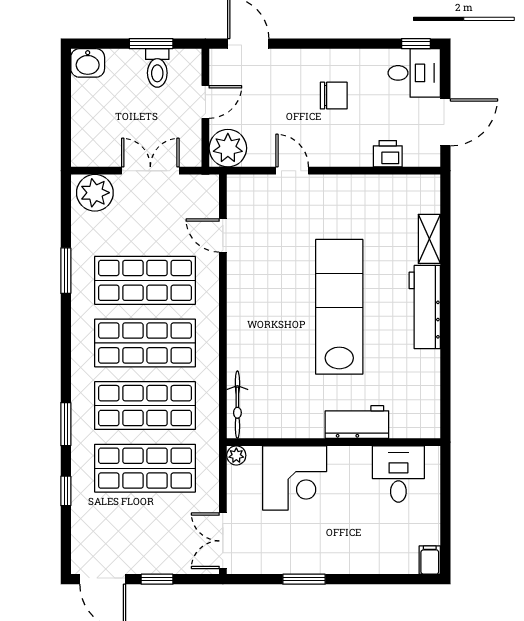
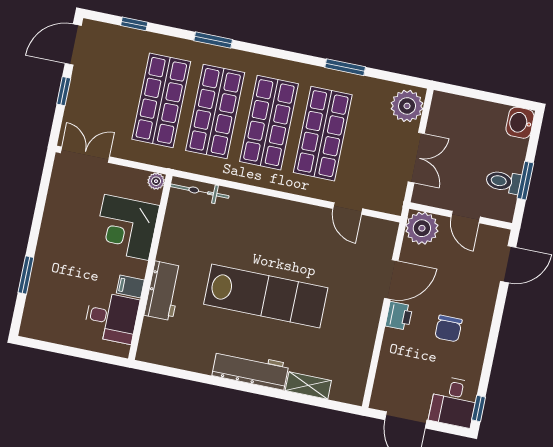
printer: (388, 154) -> (399, 316), moved
door: (292, 171) -> (391, 280), width x1.38
door: (223, 235) -> (348, 209), swing flipped
window: (66, 491) -> (134, 24), moved
filing cabinet: (430, 560) -> (130, 287), moved, turned 180
window: (304, 579) -> (26, 275), moved

